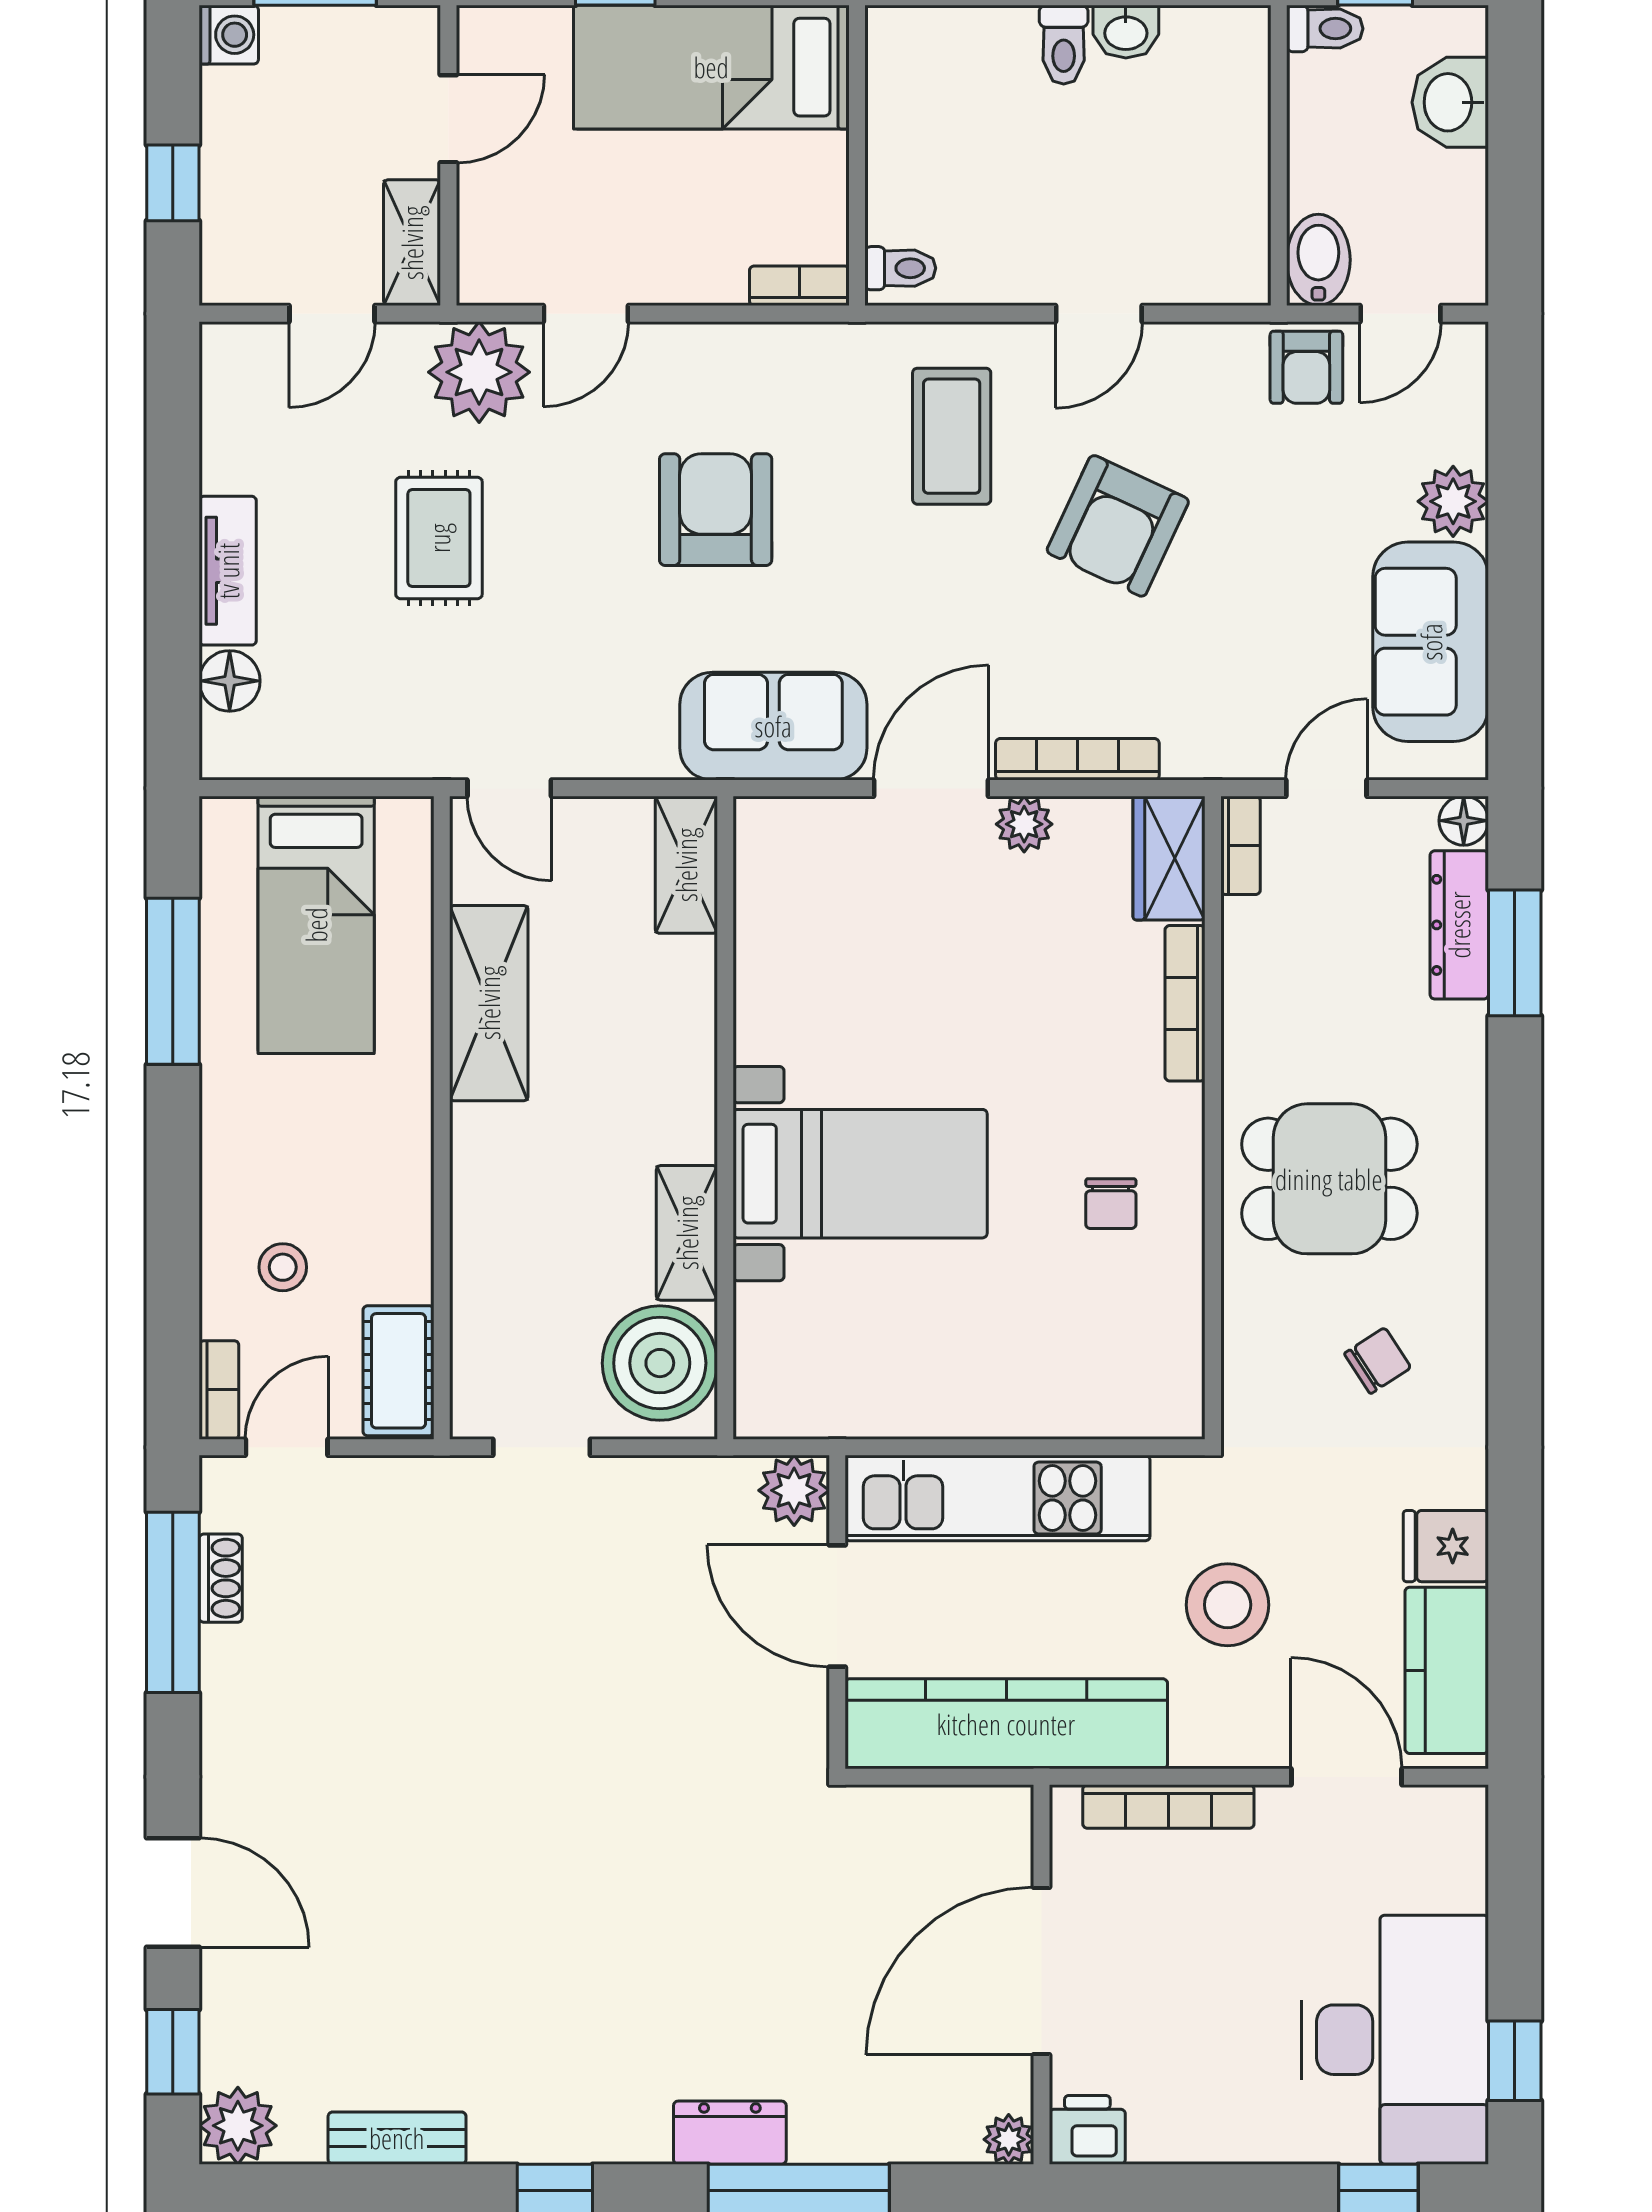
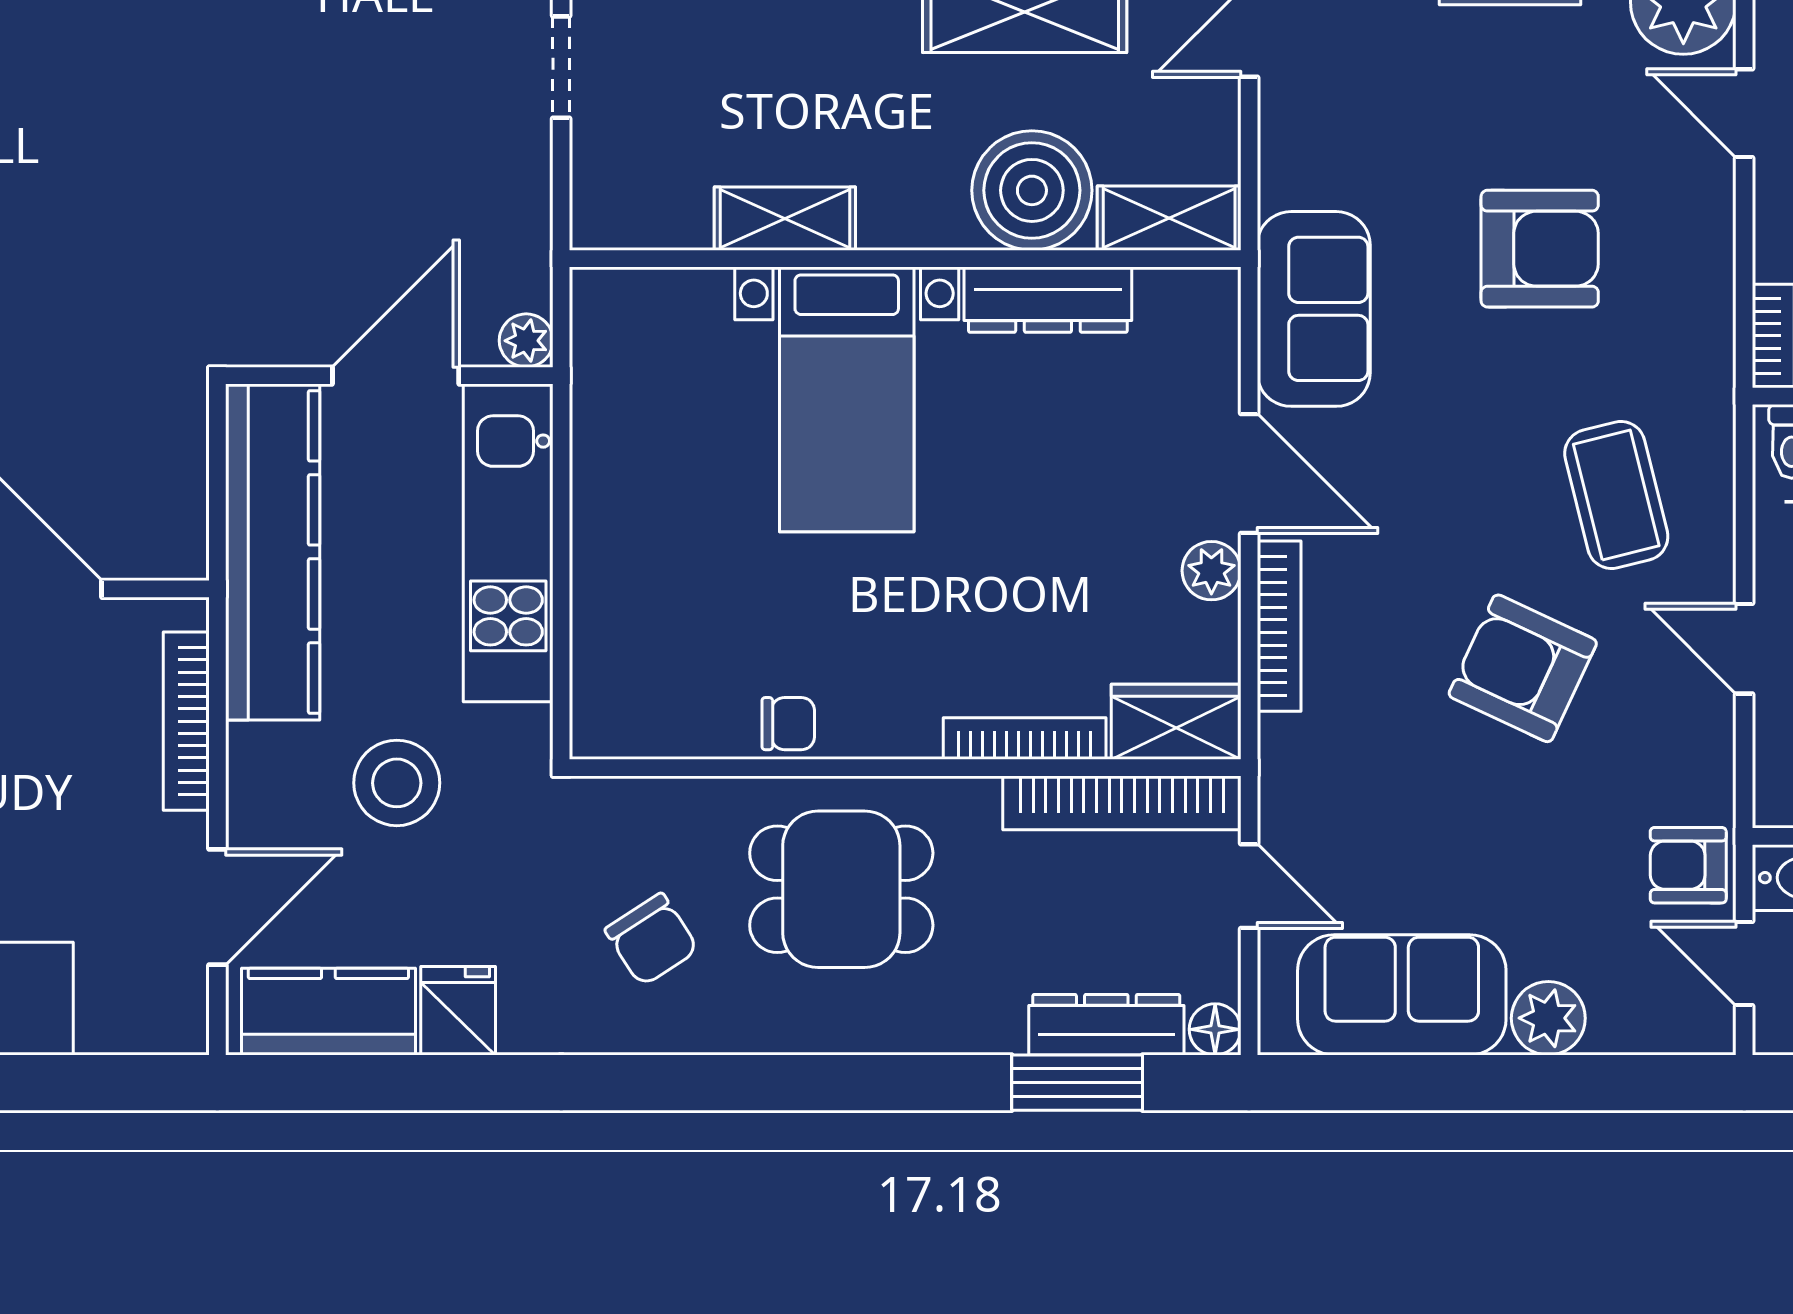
coffee table: (952, 436) -> (1616, 495), turned 76
bookcase: (1241, 845) -> (1122, 803), width x2.31, depth x1.31
dresser: (764, 981) -> (1048, 300), added
dining table: (1329, 1179) -> (841, 889), turned 90
chair: (1111, 1204) -> (788, 724), moved, turned 180
chair: (1378, 1361) -> (652, 939), width x1.37, depth x1.37
boiler: (660, 1363) -> (1032, 190), moved
plant: (794, 1490) -> (526, 341), width x0.73, depth x0.73

